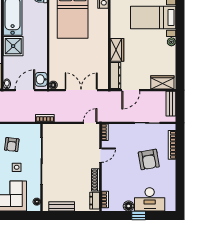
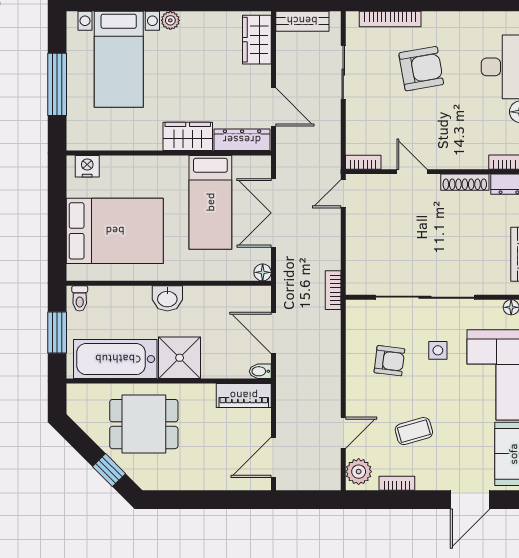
bed: (86, 61) -> (210, 202), added
washbasin: (41, 79) -> (167, 298), moved
door: (90, 123) -> (343, 194), hinge flipped

